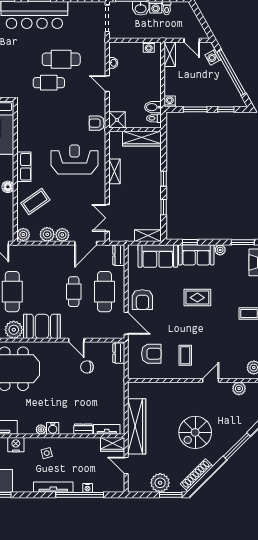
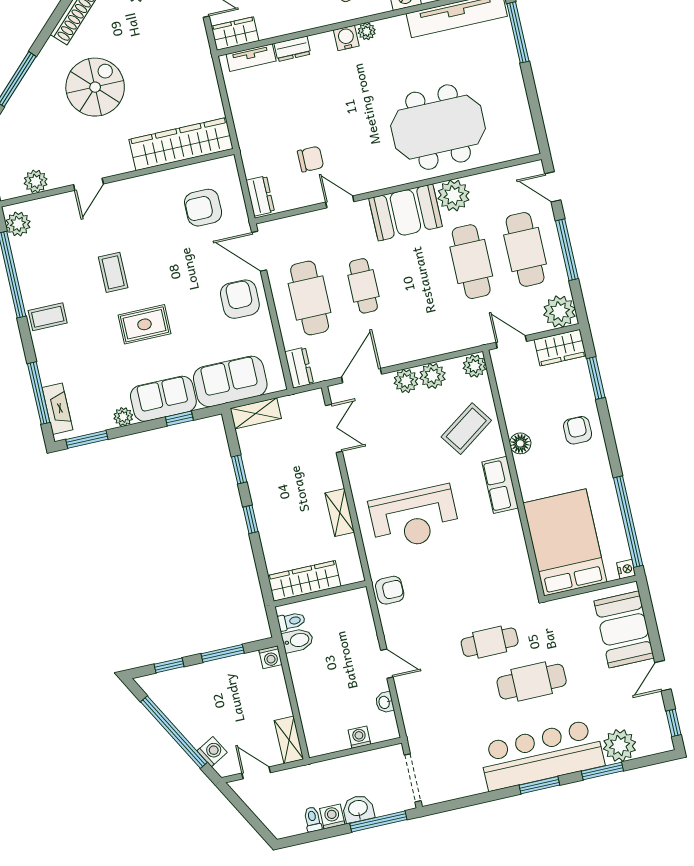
washing machine: (149, 47) -> (359, 737), moved
cafe table: (61, 59) -> (532, 682), moved
shower: (117, 120) -> (355, 604), removed
coffee table: (185, 355) -> (113, 272), moved
wardrobe: (137, 426) -> (181, 144), moved, turned 90

